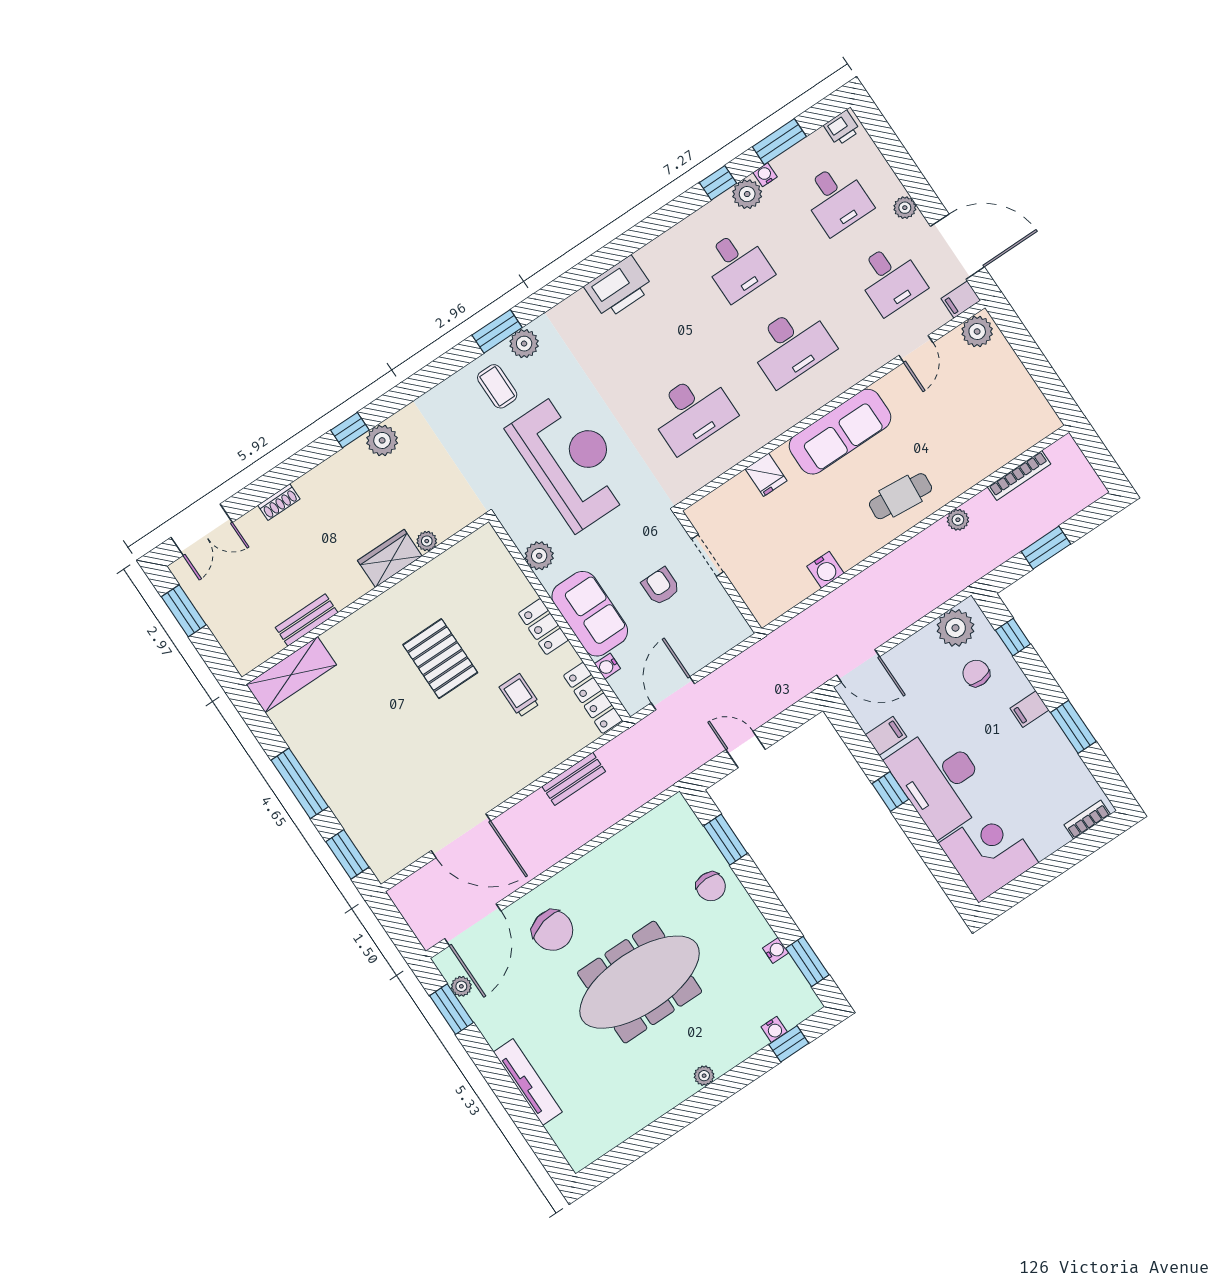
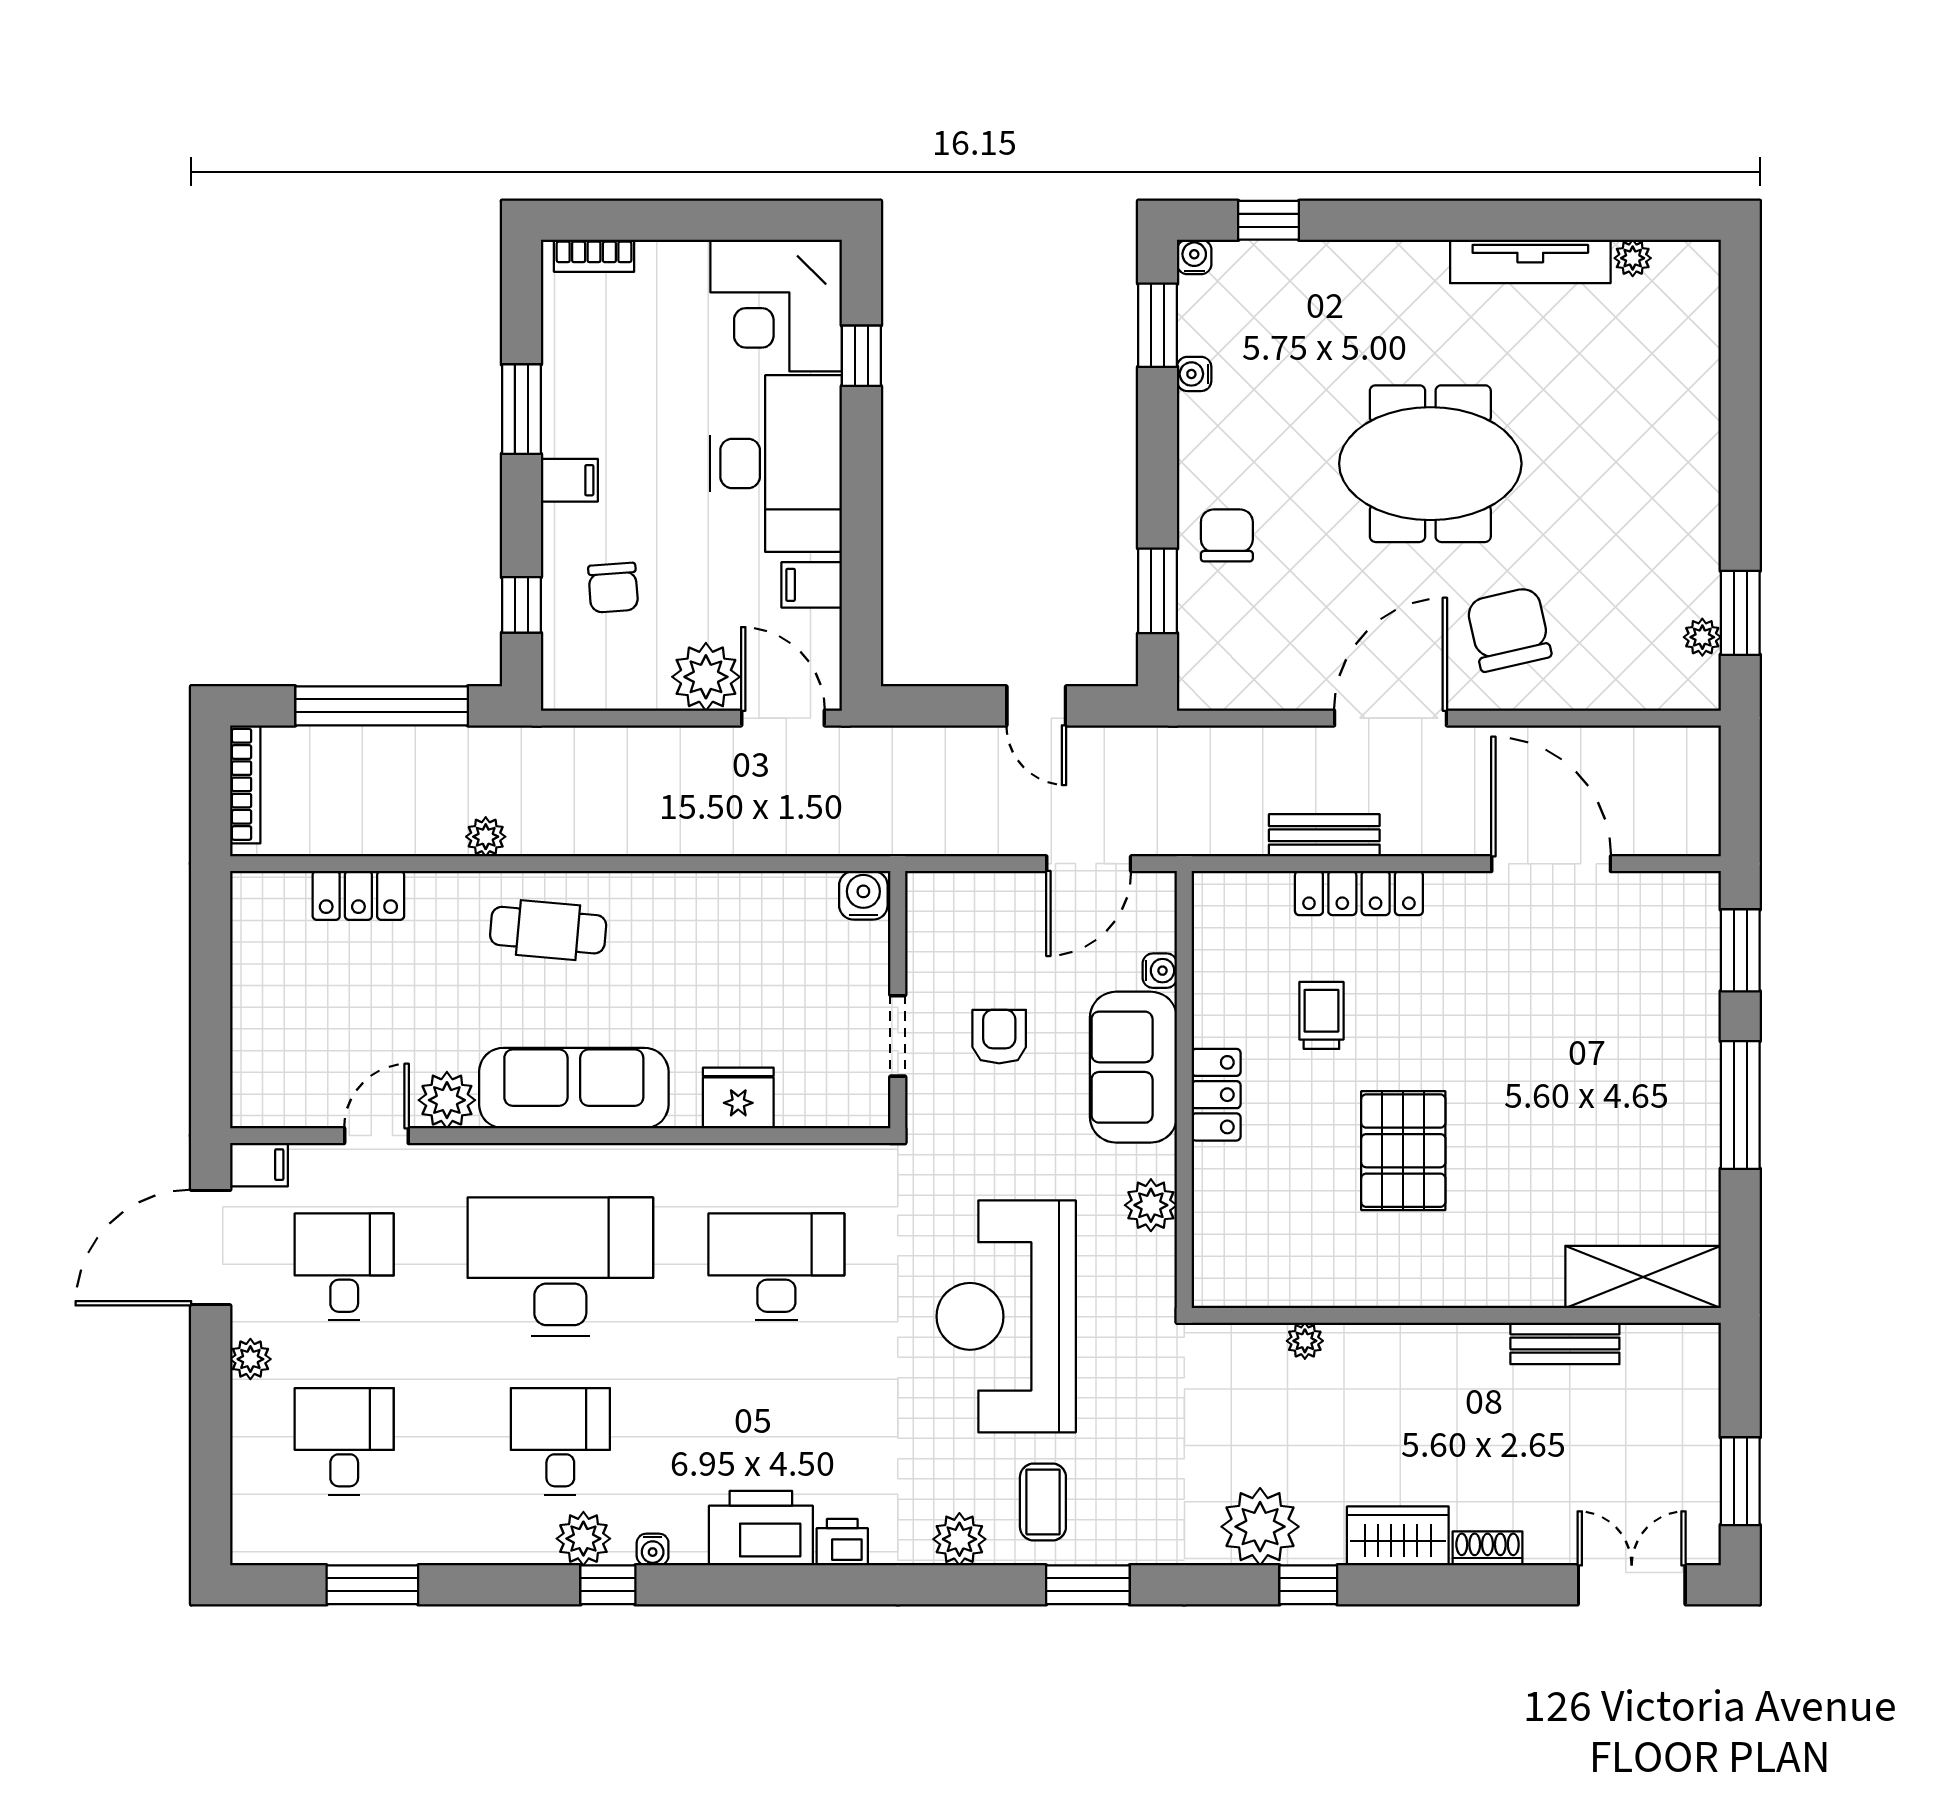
printer: (842, 128) -> (842, 1542), moved
water cooler: (765, 175) -> (653, 1550), moved
window: (718, 183) -> (608, 1585), moved
plant: (747, 194) -> (583, 1539), moved
door: (957, 247) -> (211, 1248), hinge flipped
window: (497, 331) -> (1088, 1585), moved
plant: (977, 332) -> (447, 1100), moved
desk: (791, 345) -> (560, 1267), width x1.36, depth x1.30
plant: (382, 440) -> (1260, 1527), width x1.36, depth x1.36
locker: (998, 454) -> (358, 895), added
fridge: (766, 475) -> (738, 1098), width x1.38
bookcase: (1019, 476) -> (245, 784), moved, turned 90
window: (1046, 548) -> (382, 706), width x2.11
wardrobe: (390, 558) -> (1398, 1536), moved, turned 180
water cooler: (825, 570) -> (863, 895), moved
armchair: (661, 586) -> (999, 1037), turned 180
plant: (955, 628) -> (706, 677), moved
trolley: (519, 695) -> (1321, 1015), turned 180
locker: (593, 698) -> (1359, 893), moved, turned 90
window: (890, 791) -> (861, 356), moved
door: (473, 925) -> (1390, 718), moved
meeting table: (640, 982) -> (1430, 464), width x0.73
water cooler: (774, 1029) -> (1194, 257), moved
plant: (704, 1076) -> (1633, 258), moved
tv unit: (528, 1082) -> (1530, 261), moved, turned -90

